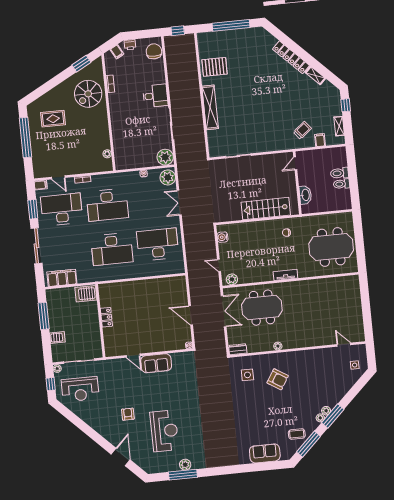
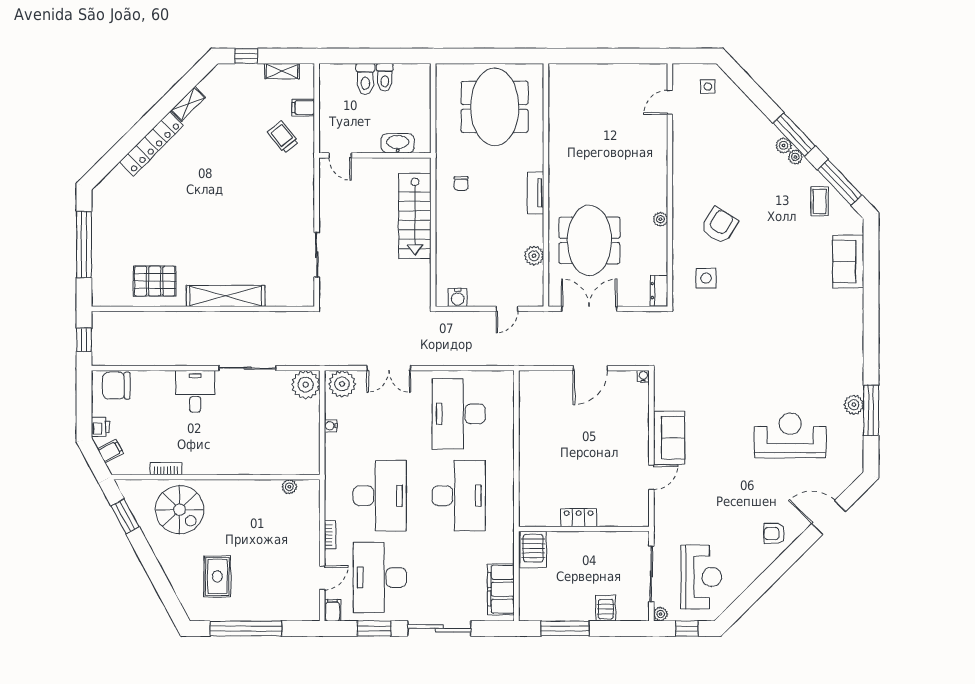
pallet: (215, 67) -> (155, 281), turned 90
plant: (232, 279) -> (534, 256), moved
armchair: (128, 414) -> (774, 534), moved

